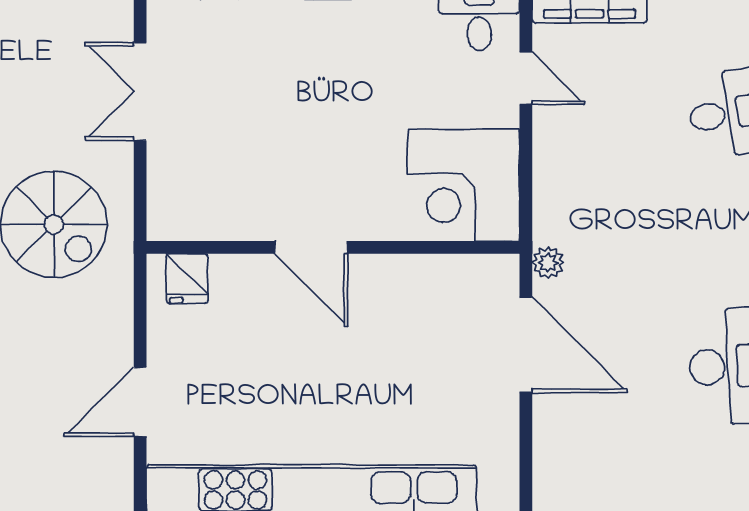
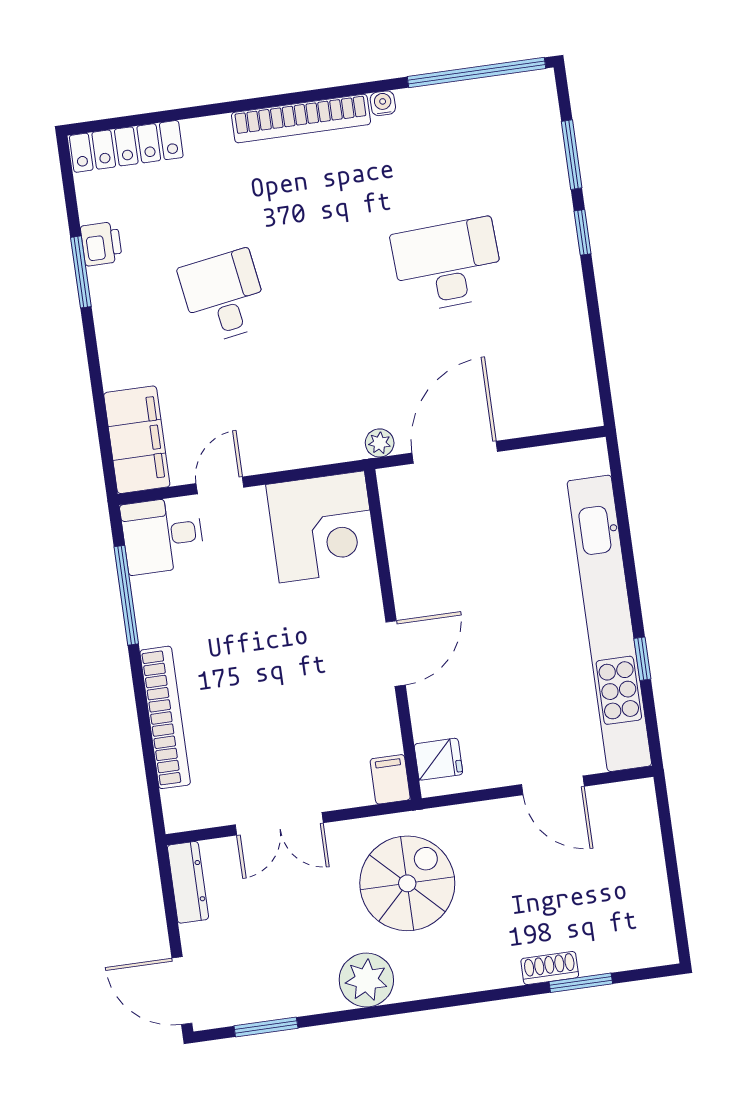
filing cabinet: (172, 222) -> (390, 779), added

